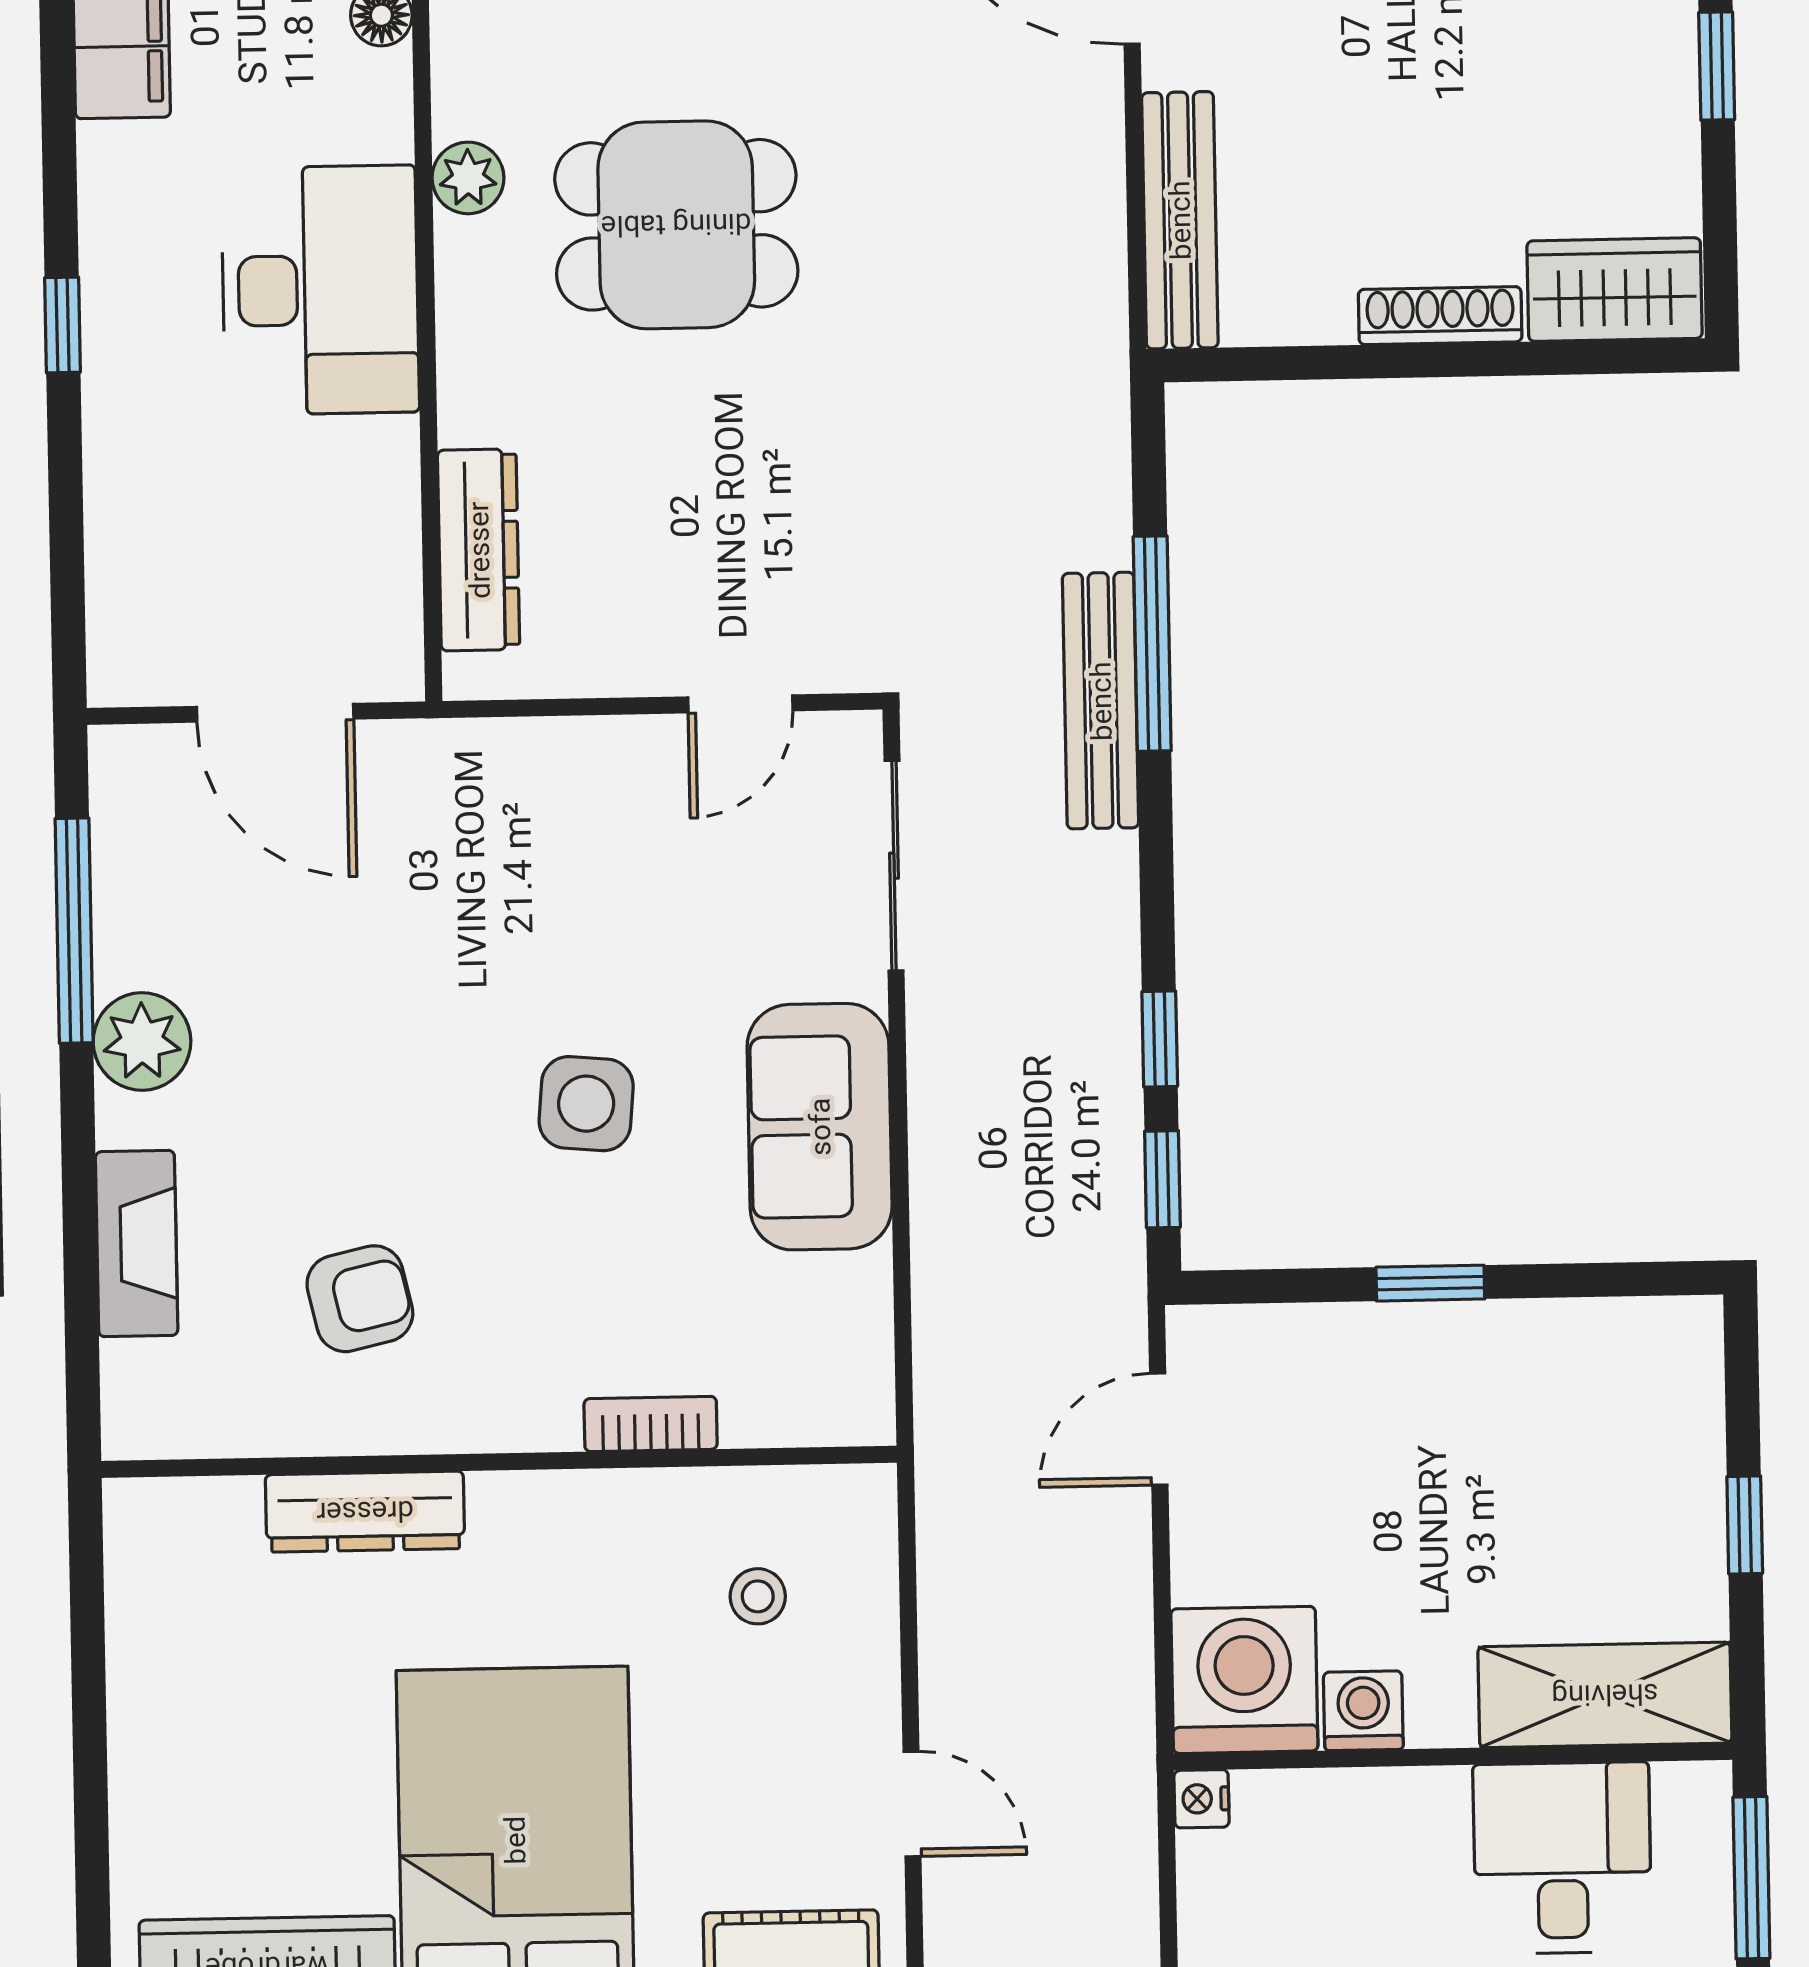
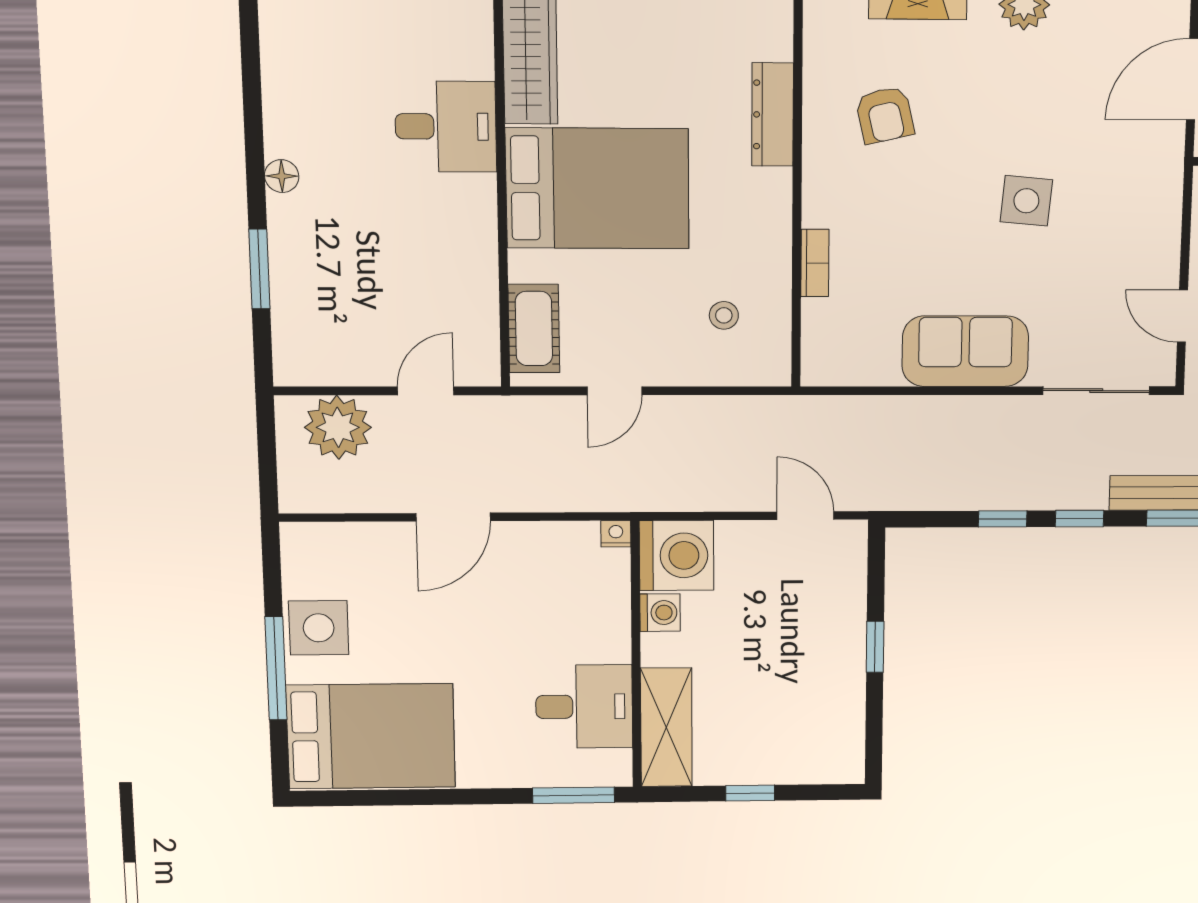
side table: (586, 1104) -> (1026, 201), moved
window: (1162, 1179) -> (1080, 519), moved

